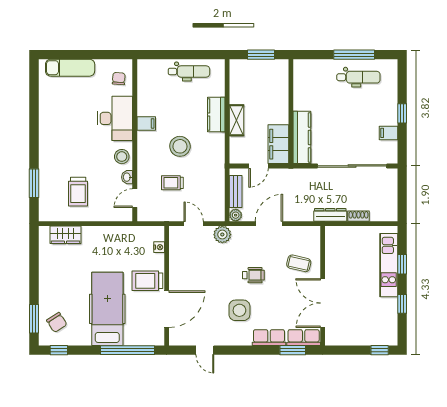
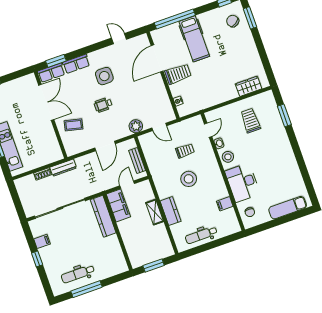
filing cabinet: (146, 123) -> (225, 204), moved
plant: (236, 215) -> (131, 144), removed
hospital bed: (107, 309) -> (194, 39), width x0.73, depth x0.78

